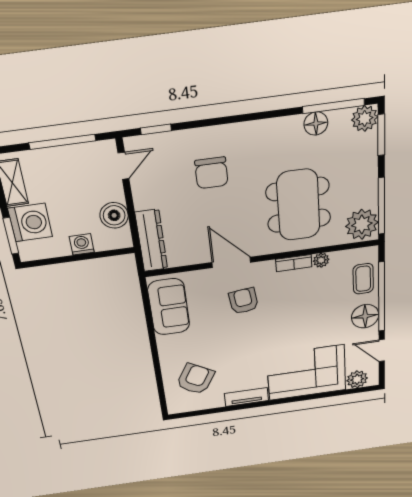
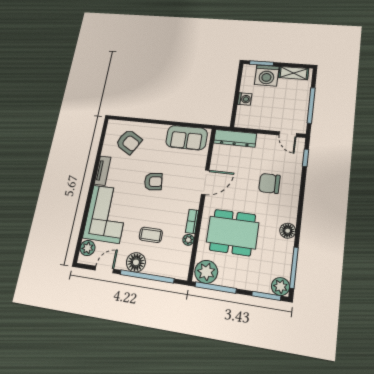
floor lamp: (316, 124) -> (288, 231), moved
boiler: (114, 215) -> (258, 121), removed
coffee table: (363, 279) -> (151, 235), moved
armchair: (244, 301) -> (153, 182), moved

